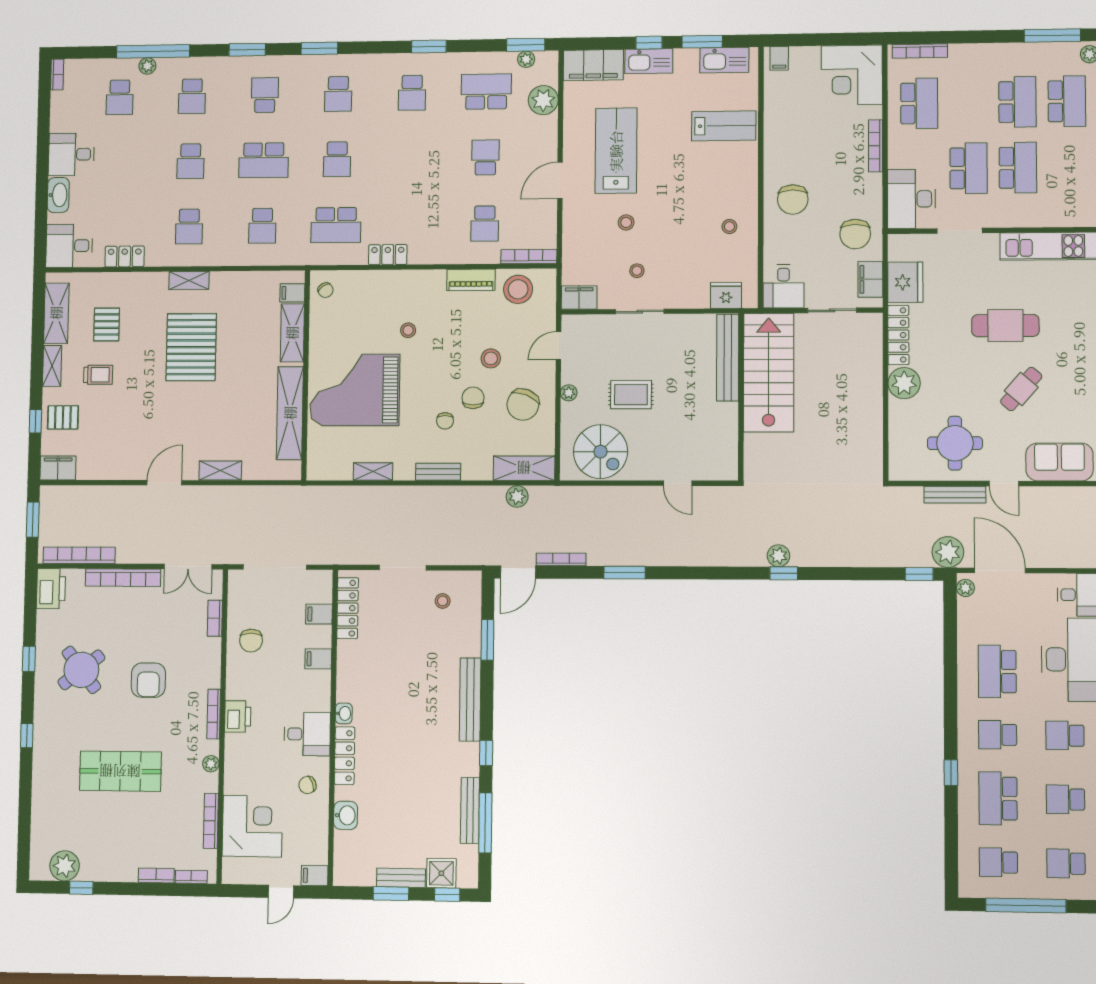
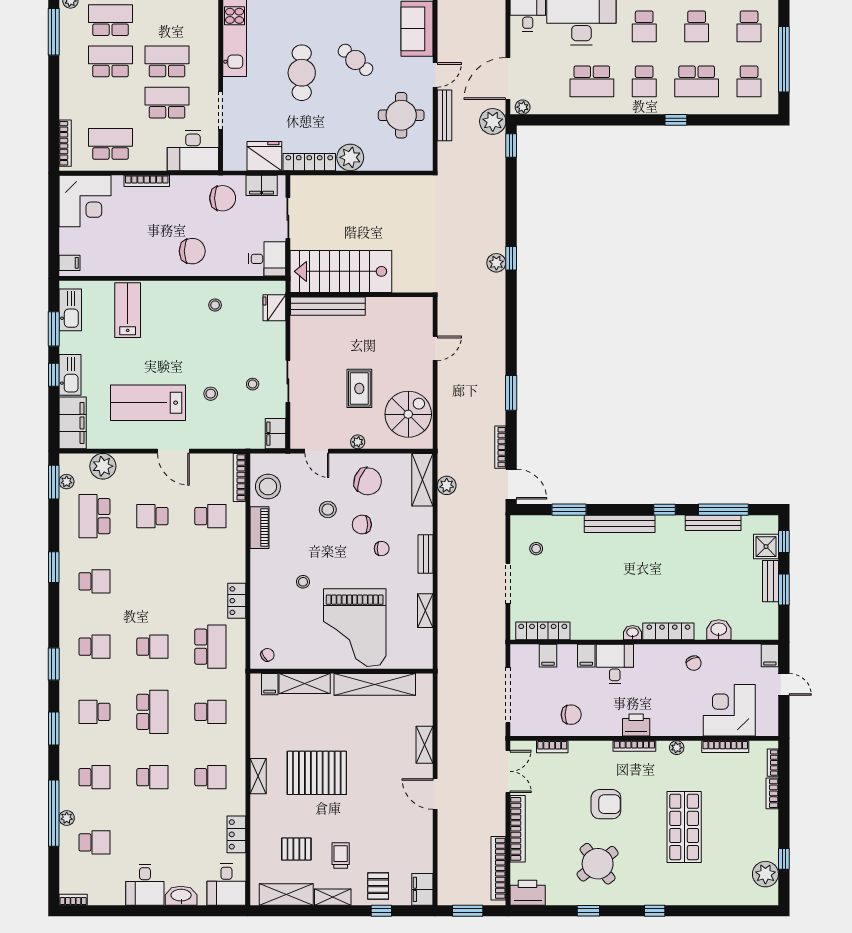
desk: (307, 734) -> (615, 664), moved

